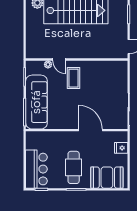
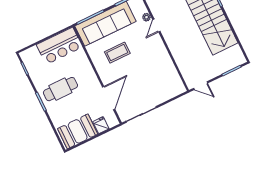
coffee table: (73, 78) -> (117, 53), moved
door: (90, 130) -> (109, 98), moved
bar counter: (36, 169) -> (59, 46), moved
booth: (107, 178) -> (78, 131), moved, turned 90

